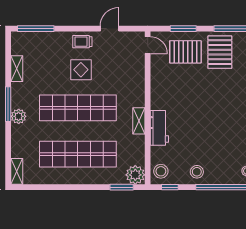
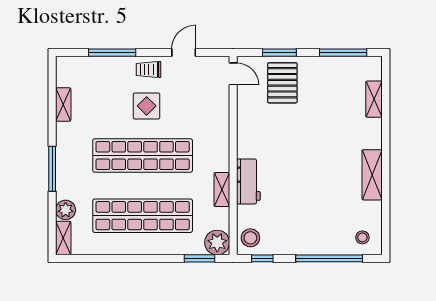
window: (36, 29) -> (112, 53), moved
pallet: (185, 52) -> (282, 83), turned 90
pallet: (220, 52) -> (327, 83), removed
window: (8, 104) -> (52, 169), moved
plant: (19, 116) -> (66, 210), moved
shelving: (139, 121) -> (222, 190), moved
stool: (197, 172) -> (297, 239), removed

